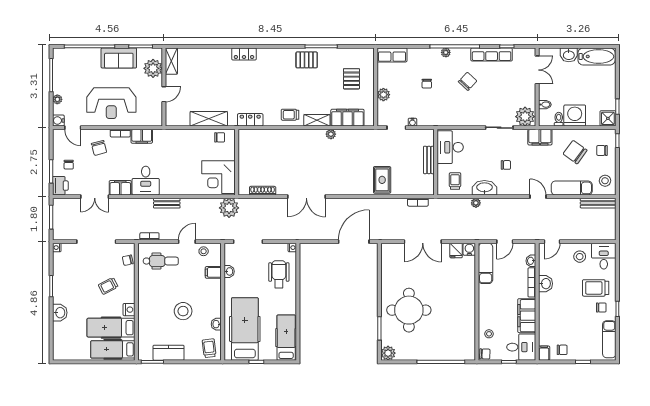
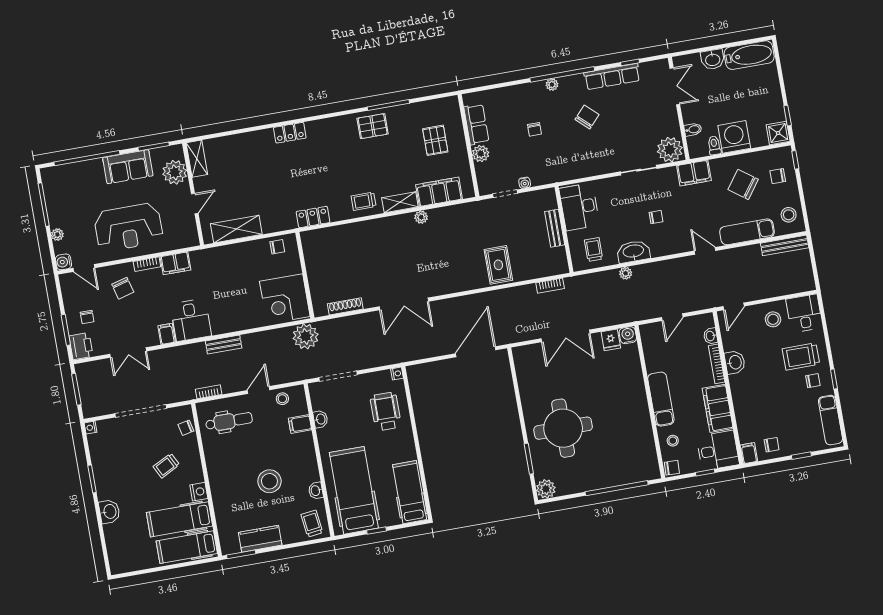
row of seats: (392, 55) -> (476, 124), moved, turned -90
shelving: (209, 119) -> (236, 229), moved
filing cabinet: (120, 188) -> (167, 334), width x0.50
exam couch: (486, 263) -> (661, 399), moved

